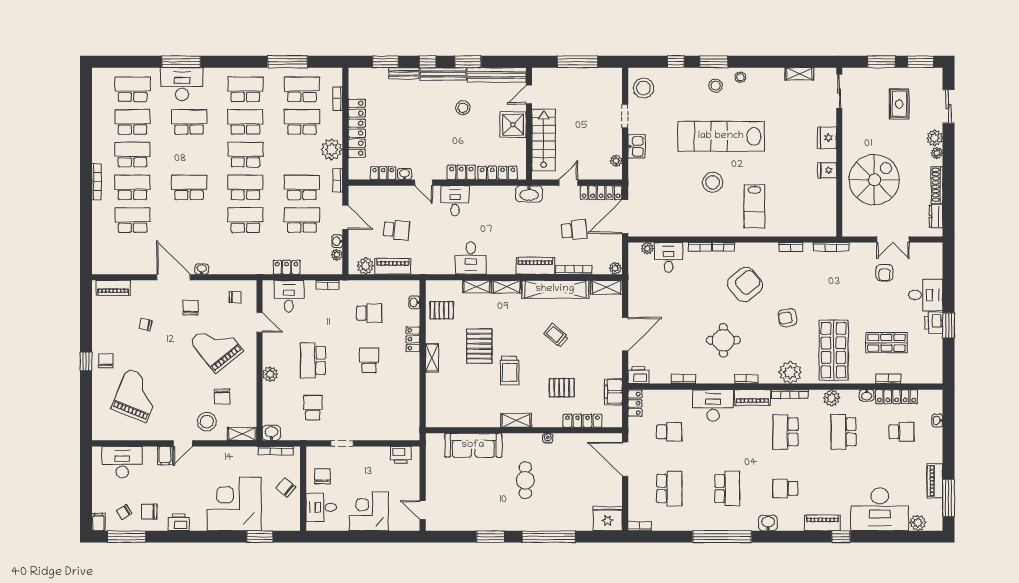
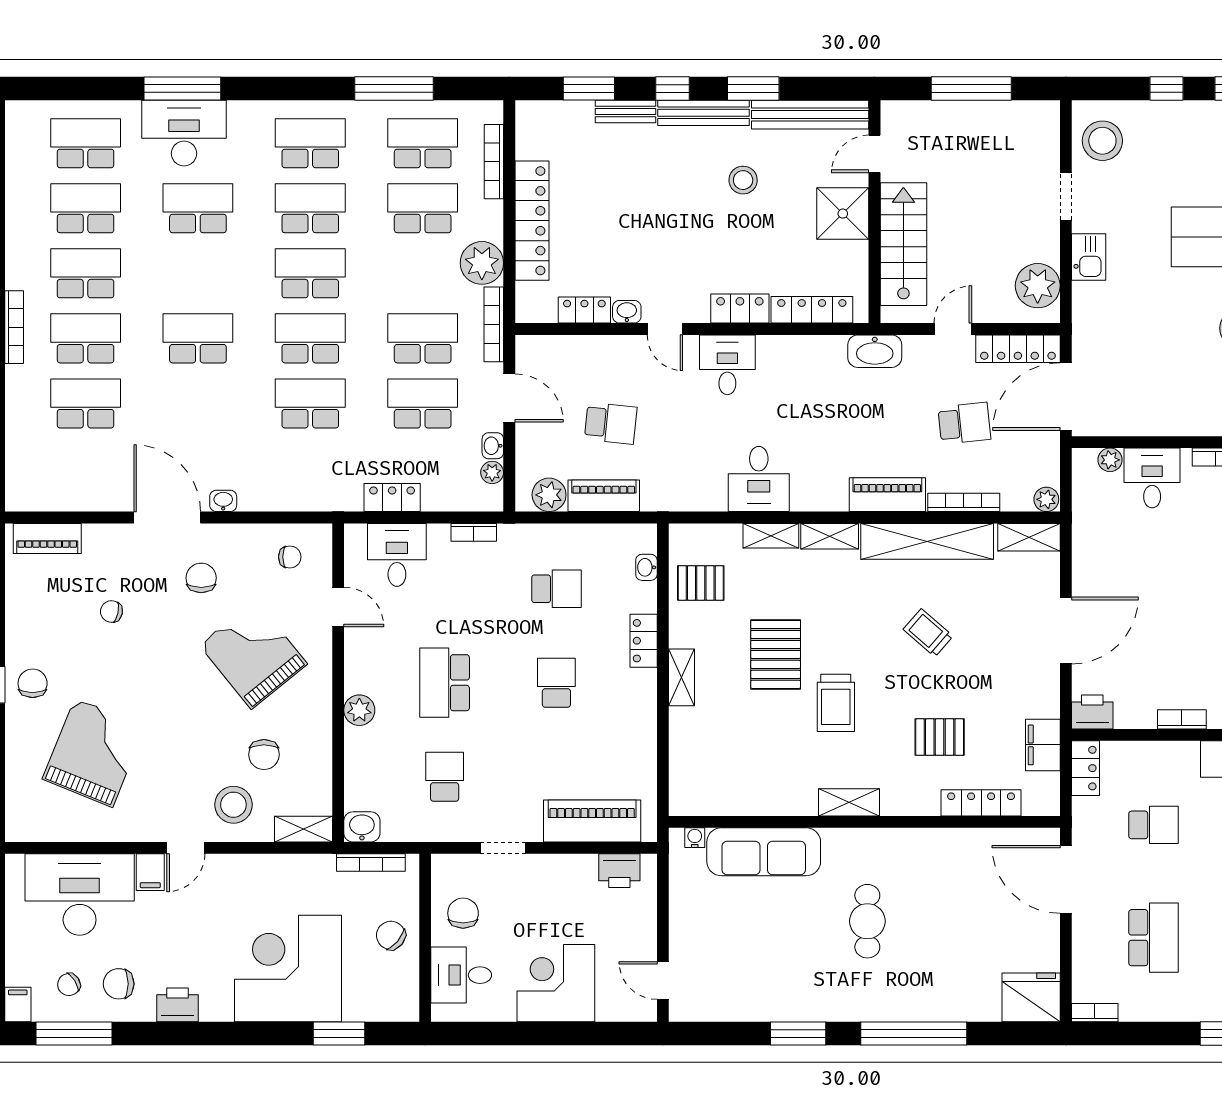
bookcase: (338, 99) -> (494, 162), width x1.56
plant: (616, 161) -> (1038, 286), width x1.88, depth x1.88
bookcase: (338, 180) -> (494, 324), width x1.56
piano: (387, 430) -> (592, 821), added
water cooler: (548, 438) -> (695, 838), moved
desk: (122, 462) -> (80, 894), width x1.36, depth x1.30

